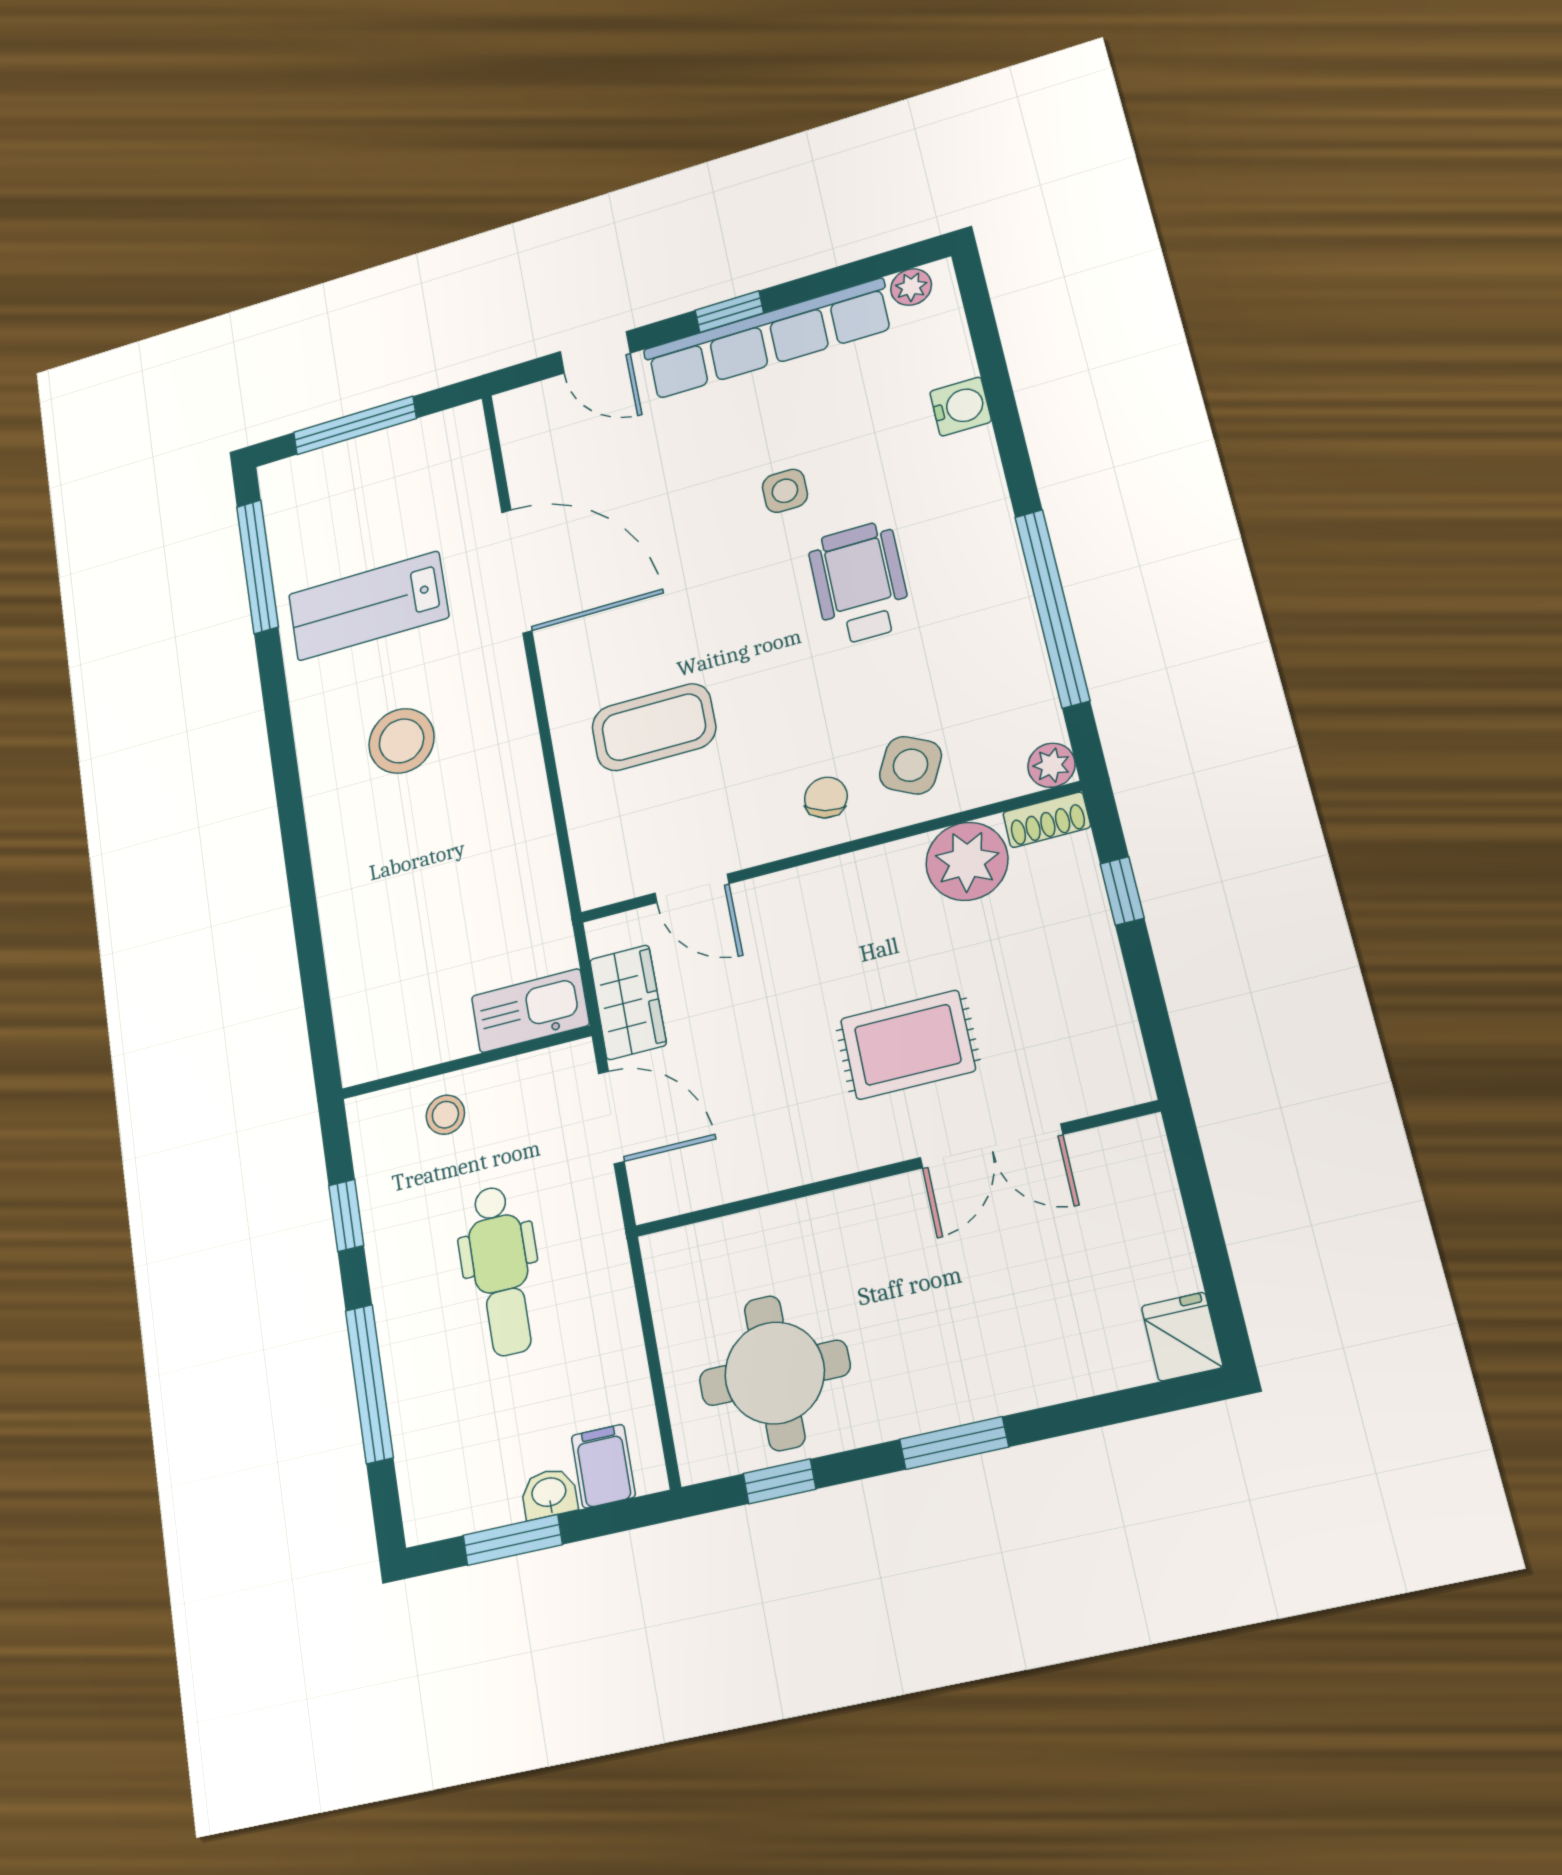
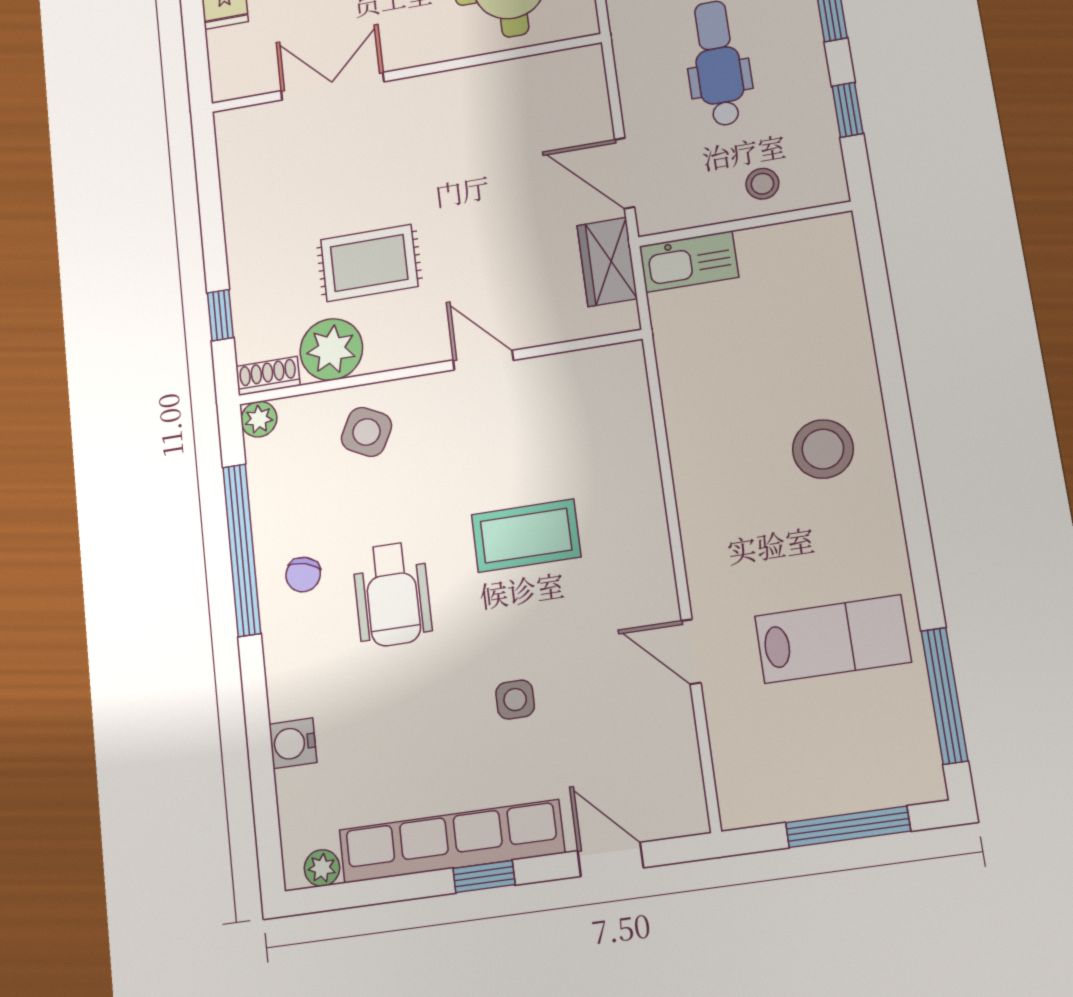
side table: (785, 491) -> (515, 700), moved
door: (517, 571) -> (691, 652), width x0.53
coffee table: (654, 727) -> (526, 536), moved
stool: (401, 741) -> (823, 449), moved
chair: (826, 798) -> (303, 575), moved
door: (692, 888) -> (483, 360), moved
rug: (908, 1045) -> (369, 263), moved
double door: (991, 1146) -> (332, 86), moved
wall: (893, 1170) -> (405, 73), moved

